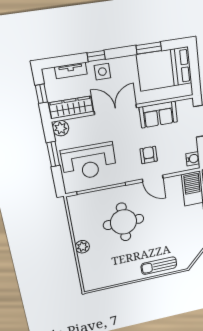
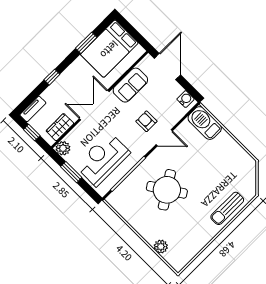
tv unit: (71, 71) -> (33, 109), moved
side table: (102, 72) -> (64, 85), removed
wardrobe: (71, 107) -> (60, 127), width x0.67
reception desk: (89, 162) -> (103, 159), turned 180
round table: (124, 222) -> (167, 190), turned -33
plant: (82, 247) -> (161, 247), moved

